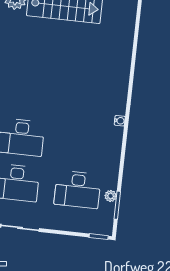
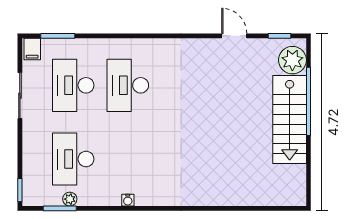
water cooler: (120, 121) -> (128, 200), moved

